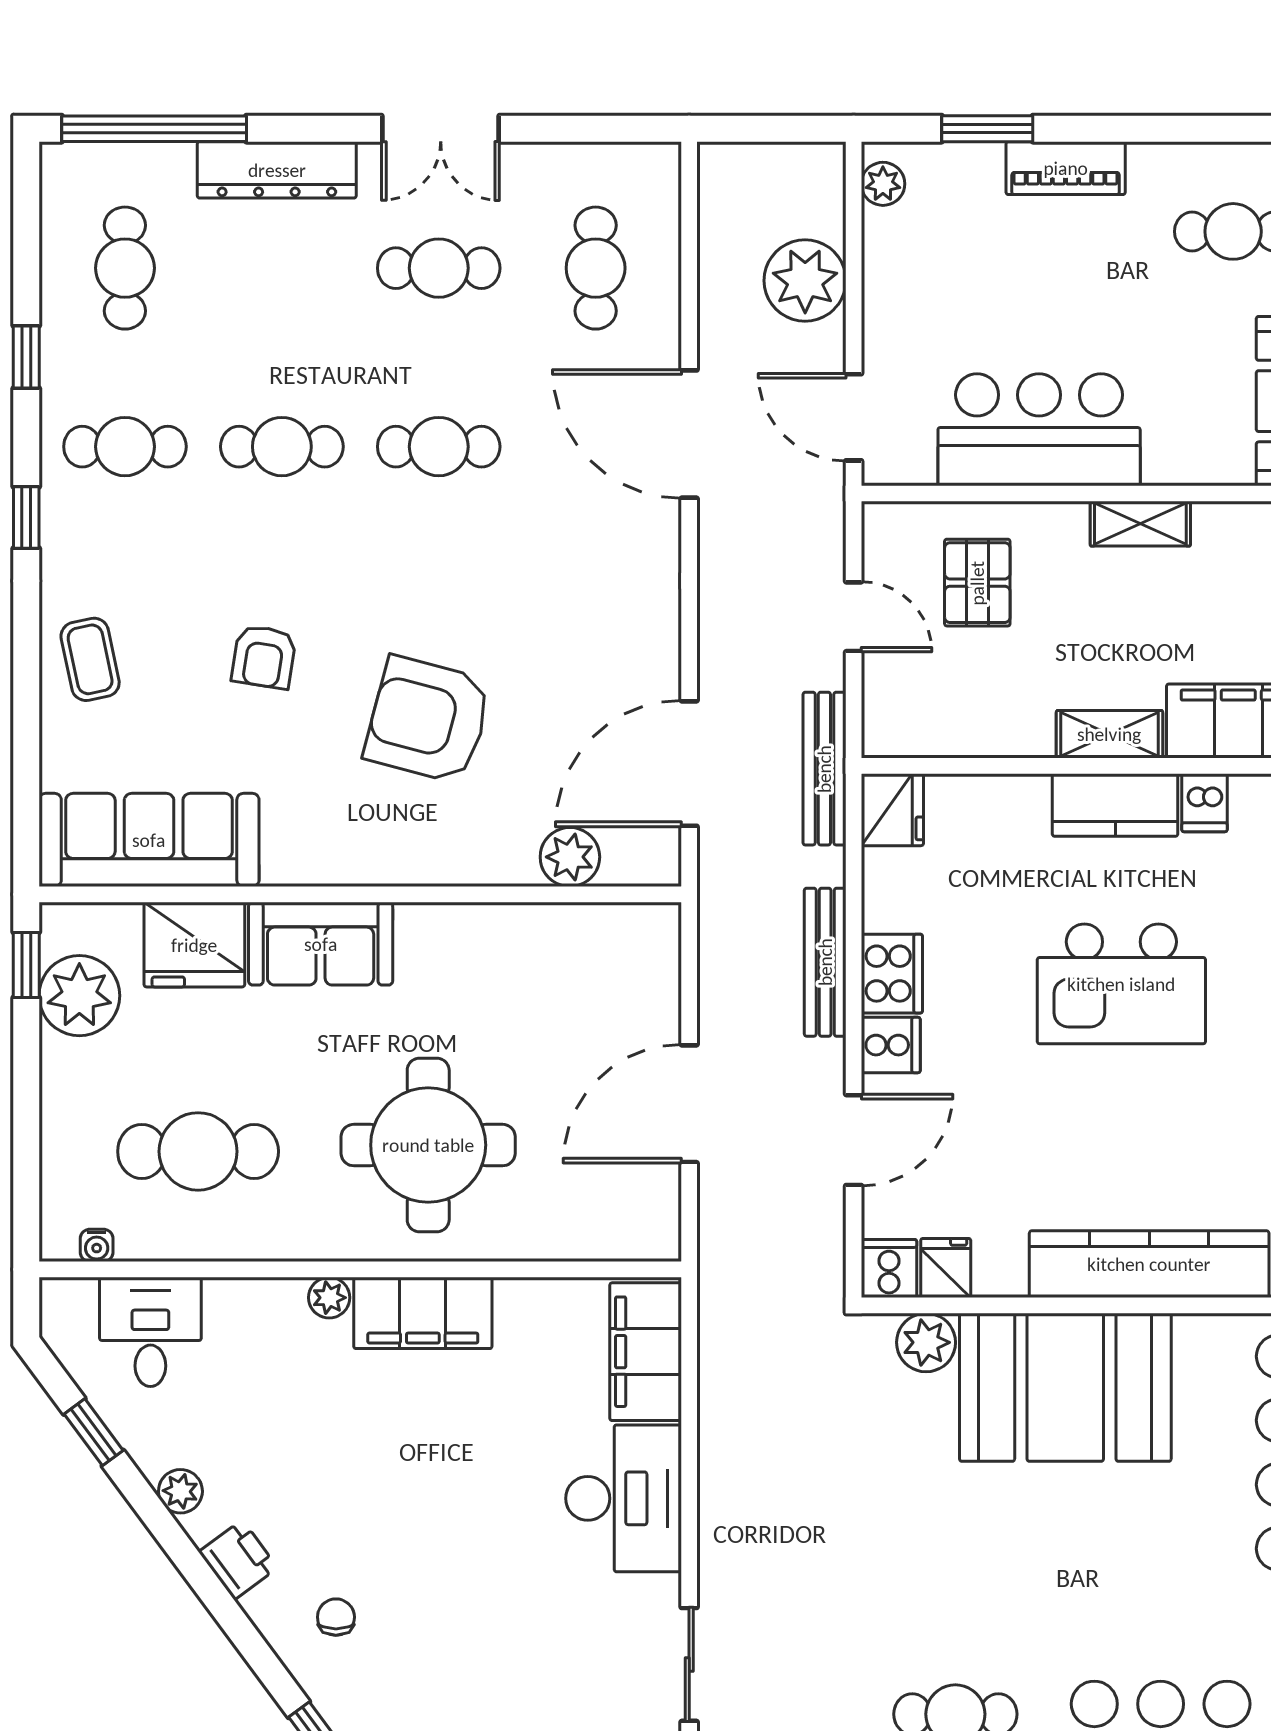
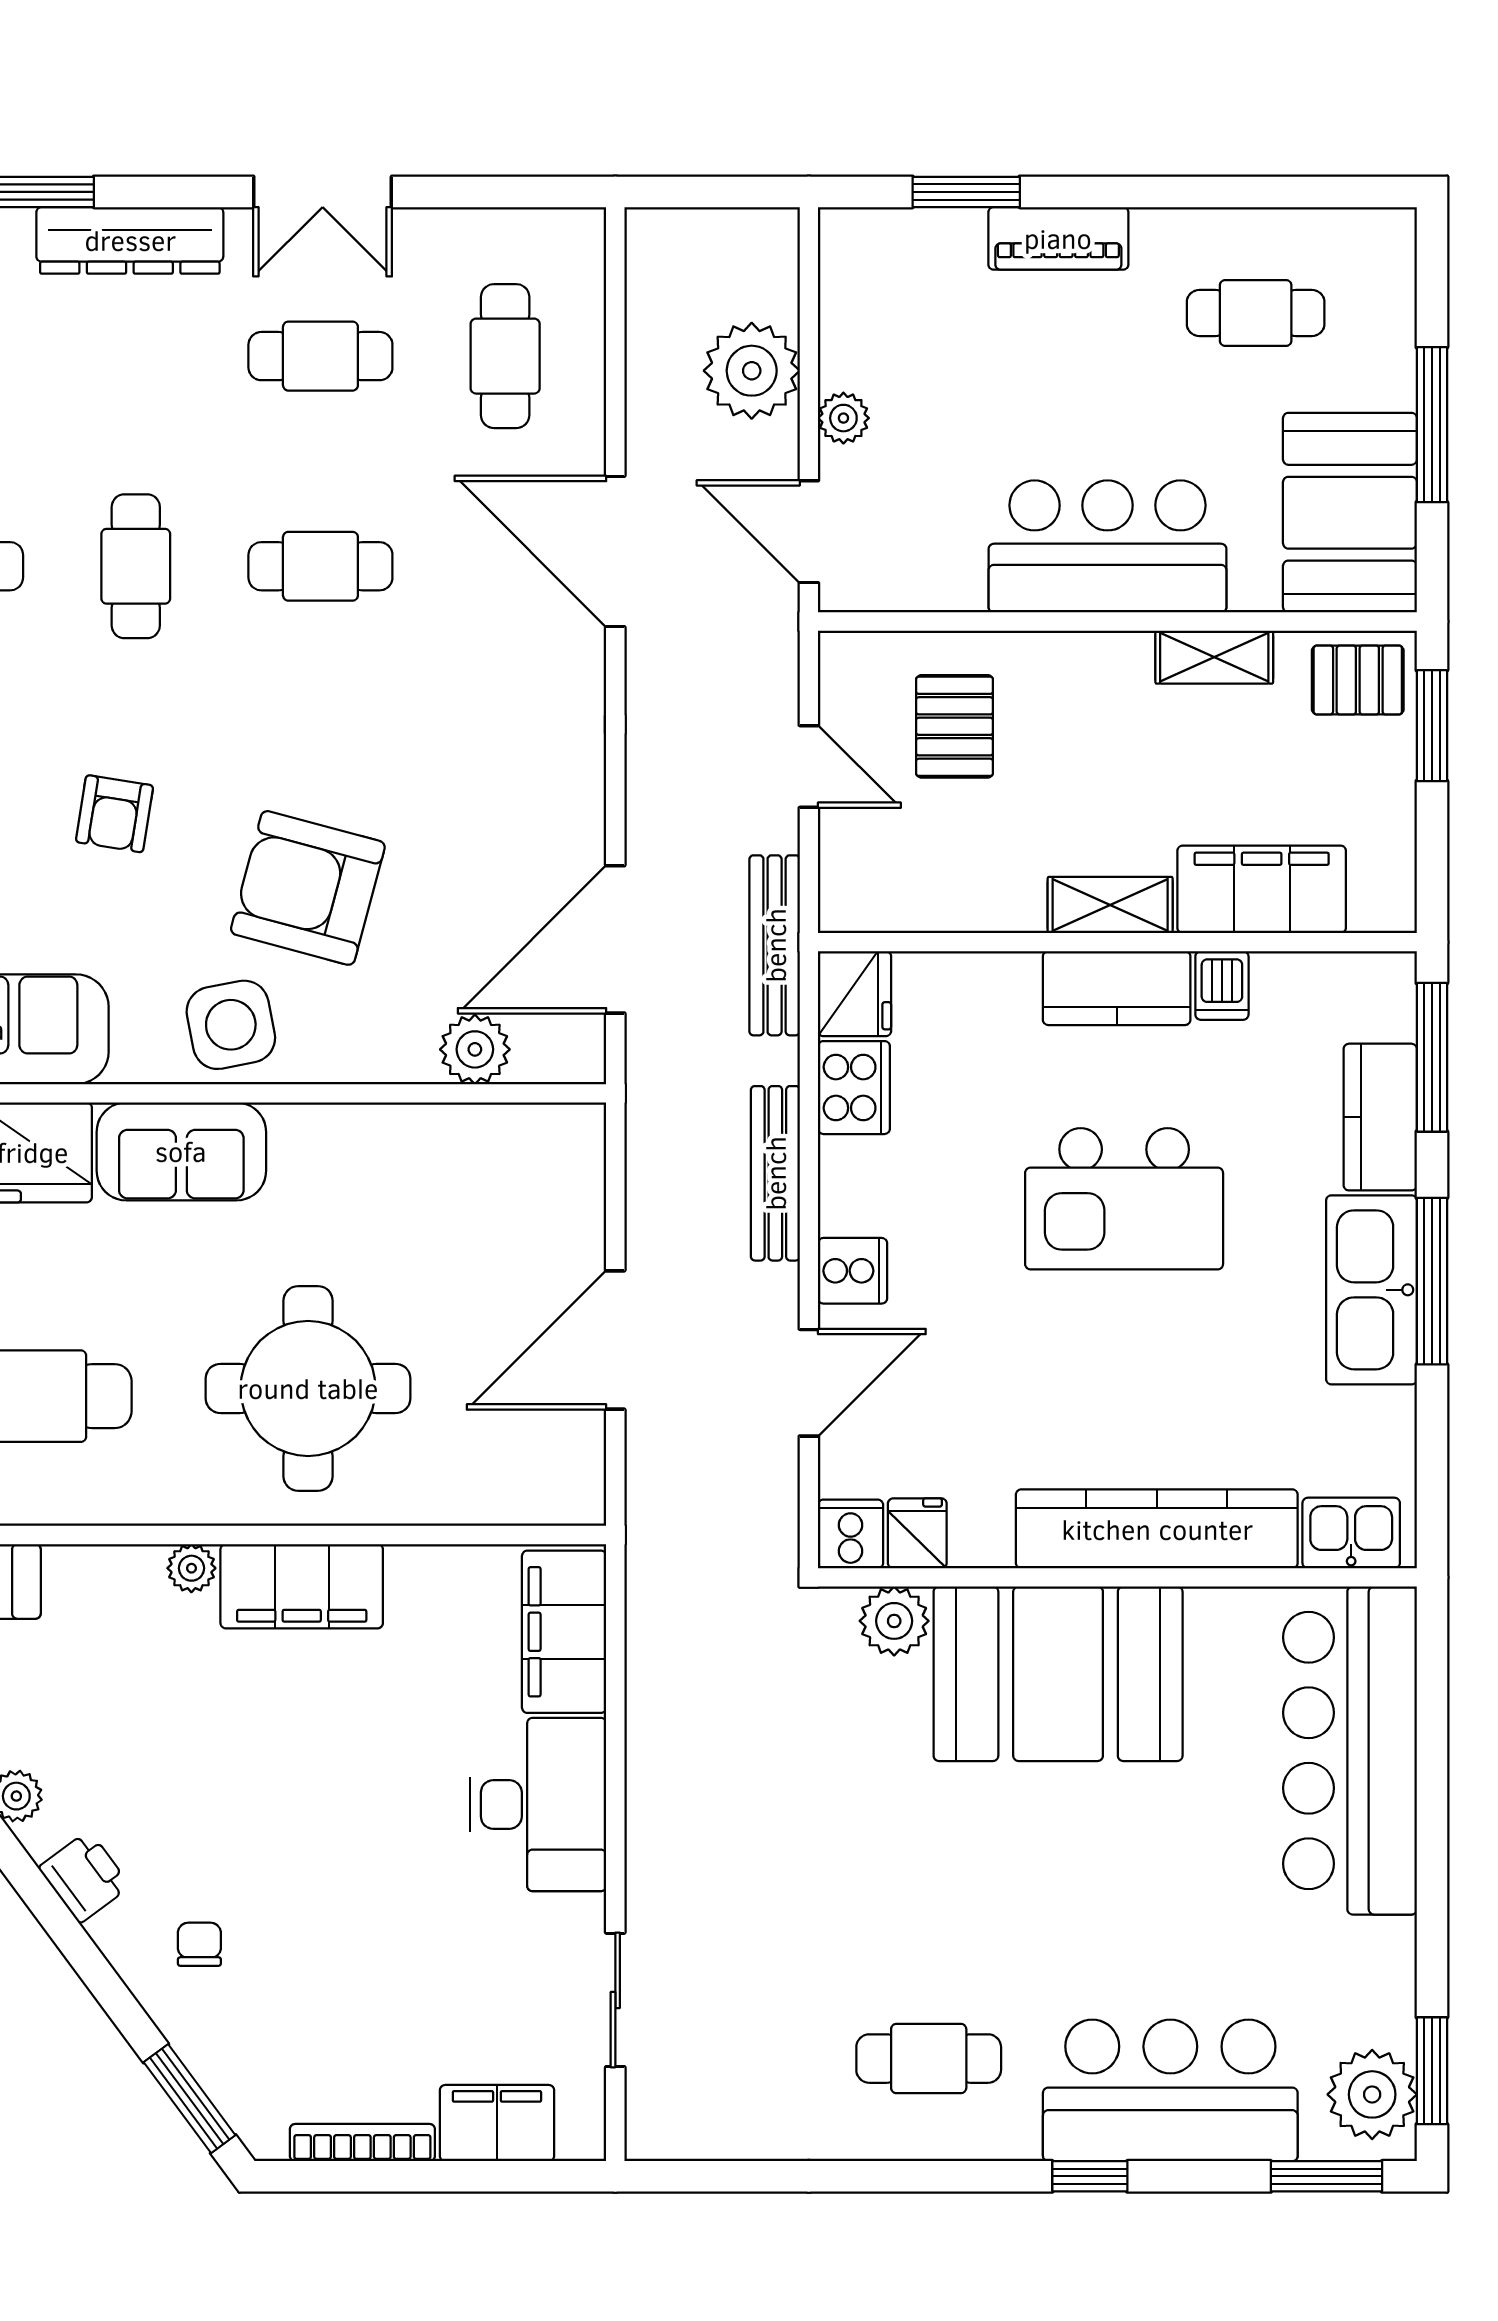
plant: (883, 184) -> (843, 418), moved
bar counter: (1039, 430) -> (1108, 546), moved
cafe table: (282, 447) -> (136, 566), turned 90
shelving: (1140, 524) -> (1214, 657), moved
side table: (363, 836) -> (231, 1025), added
cooker: (892, 974) -> (854, 1088), moved

